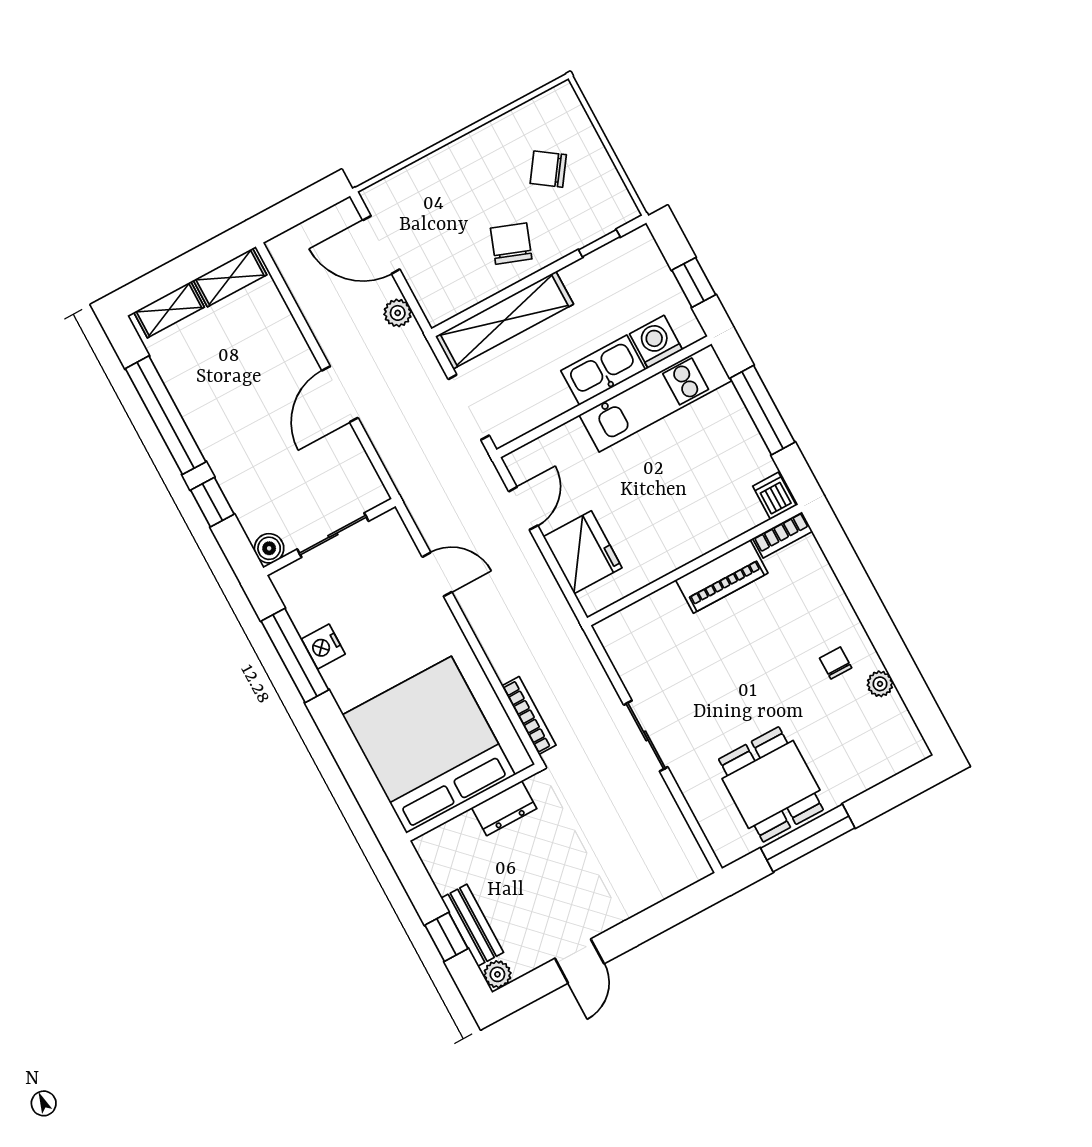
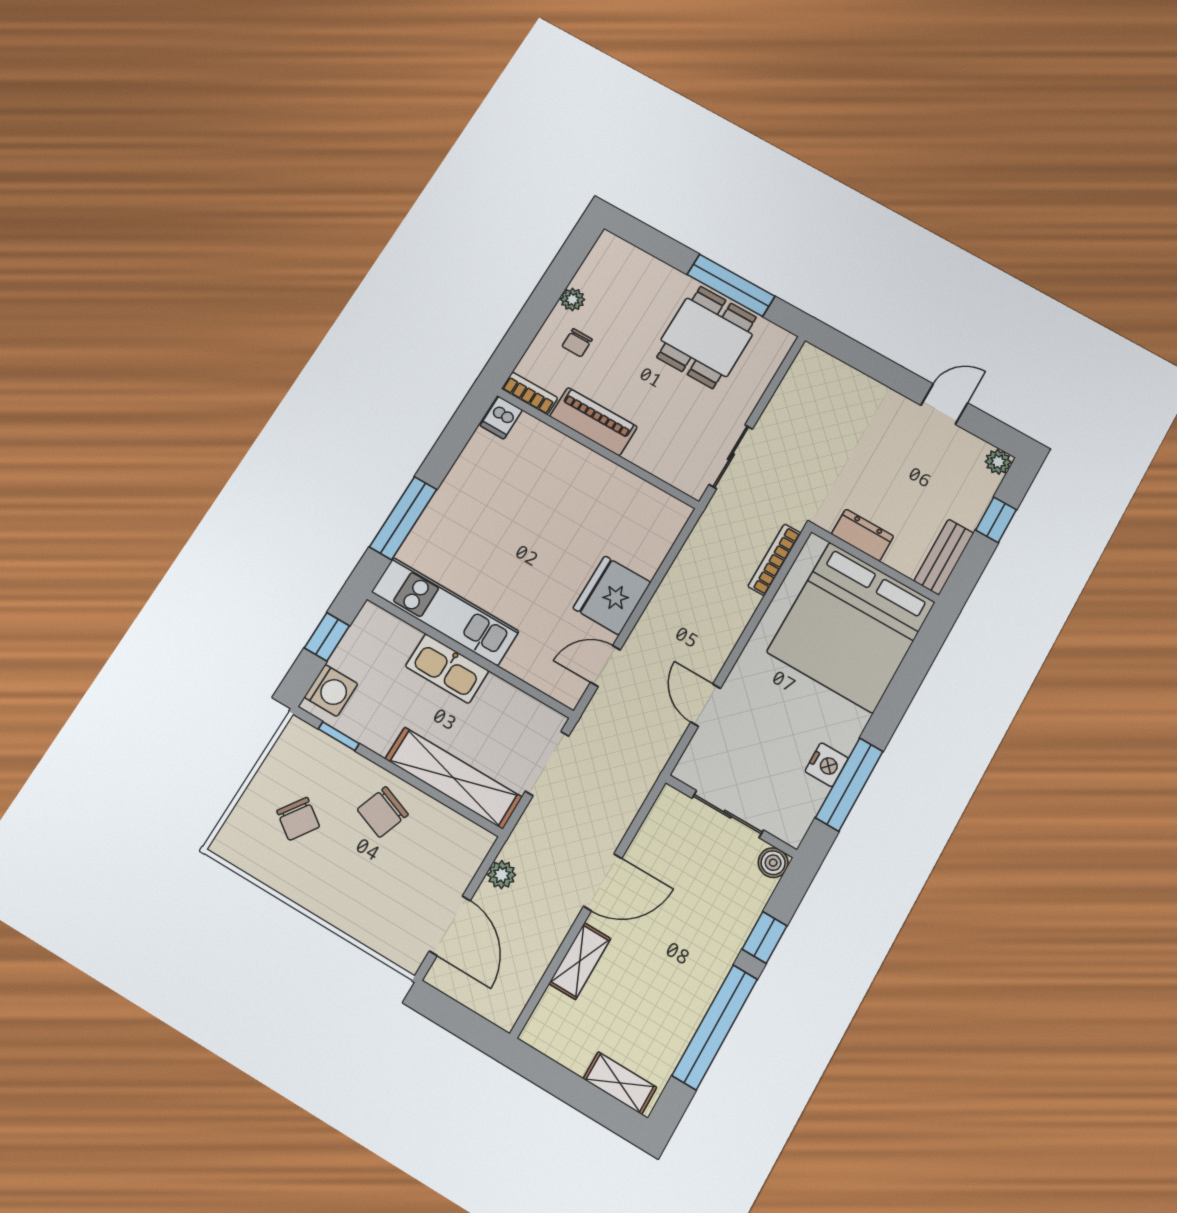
shelving: (230, 278) -> (580, 961), moved, turned 90
washing machine: (656, 342) -> (331, 690), moved, turned -90
dishwasher: (774, 496) -> (501, 418), moved
bookcase: (783, 535) -> (530, 393), moved
wall: (694, 565) -> (598, 448), moved
piano: (722, 576) -> (593, 422), moved
bench: (472, 925) -> (944, 557), moved

